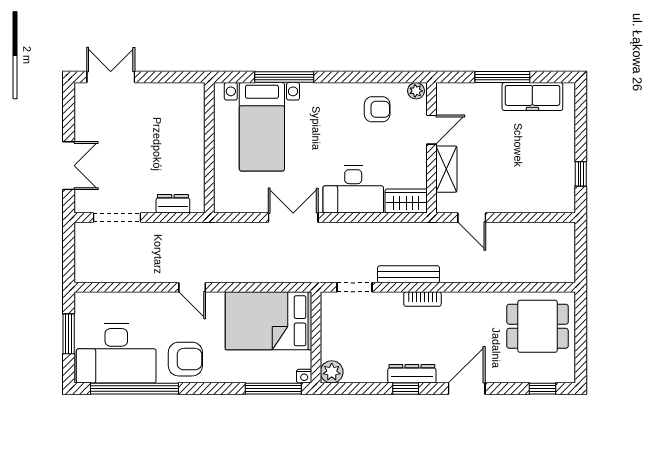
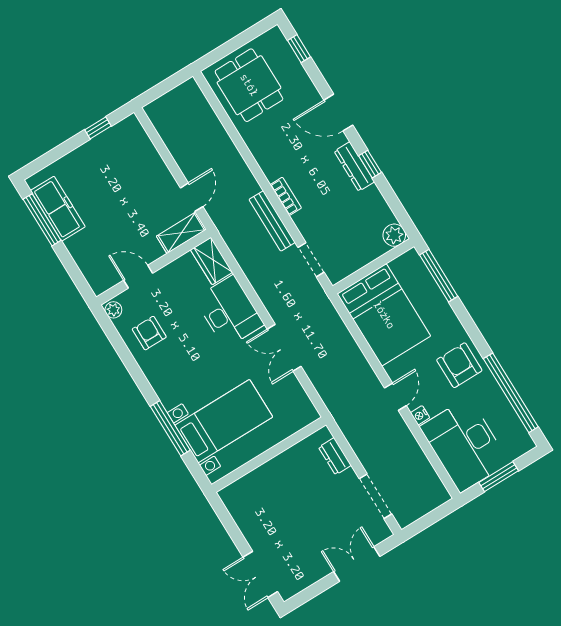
window: (502, 77) -> (42, 220), moved
shelving: (446, 169) -> (181, 233), moved
desk: (116, 353) -> (465, 445), moved, turned 180
nightstand: (304, 376) -> (420, 415), moved, turned 180

